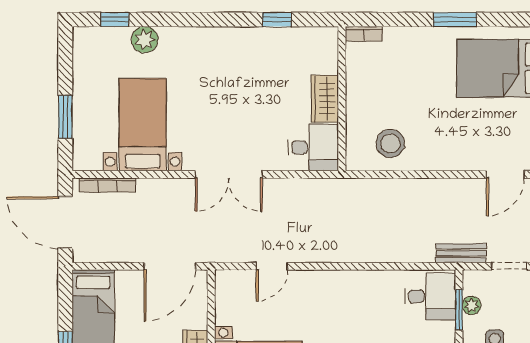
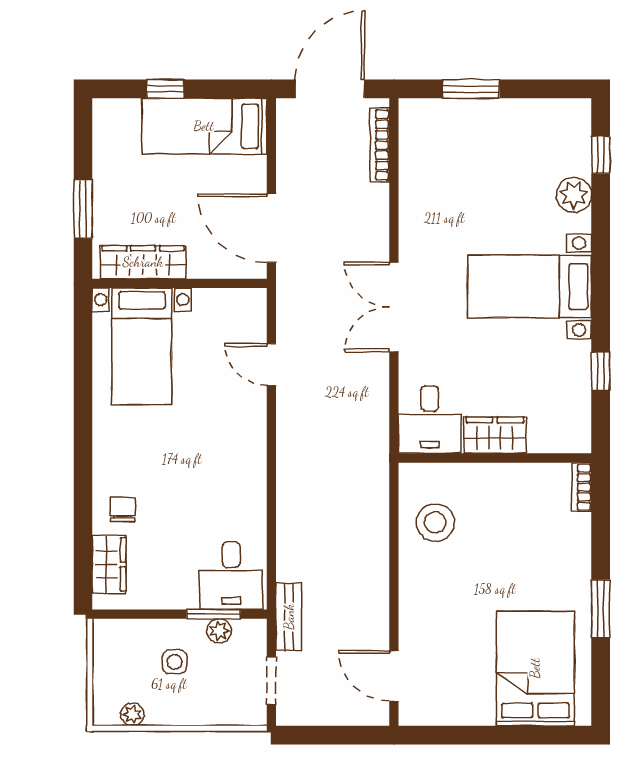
bed with nightstands: (143, 125) -> (530, 286), moved, turned 180

